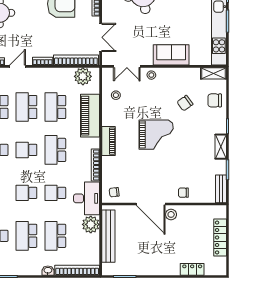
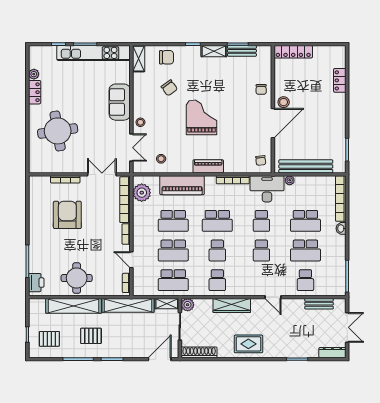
chair: (215, 100) -> (166, 57), turned -90
bench: (221, 189) -> (242, 51), moved
plant: (91, 224) -> (290, 180), width x0.53, depth x0.53
locker: (220, 238) -> (293, 52), moved

